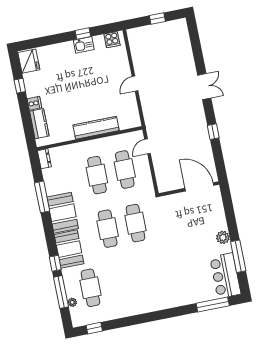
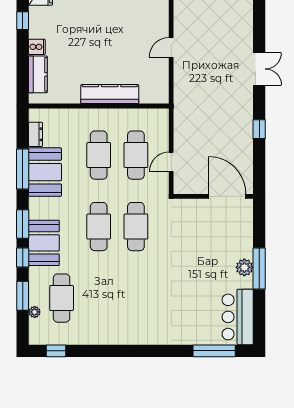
door: (148, 146) -> (171, 162), moved
dresser: (44, 159) -> (36, 134), moved
booth: (63, 213) -> (45, 172), moved
window: (50, 238) -> (23, 224), added
window: (238, 256) -> (259, 268), moved
window: (61, 292) -> (23, 296), width x0.69

